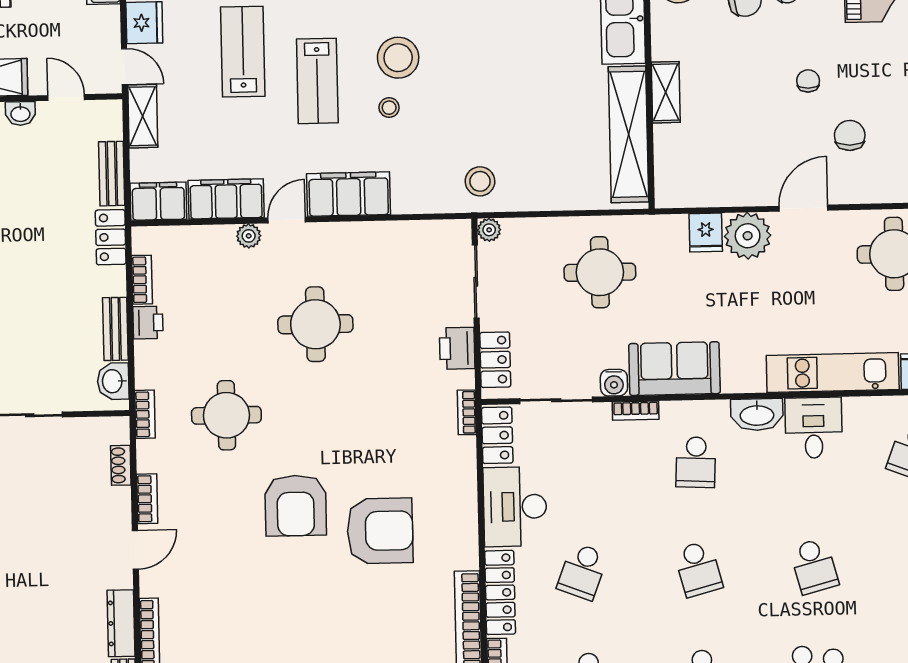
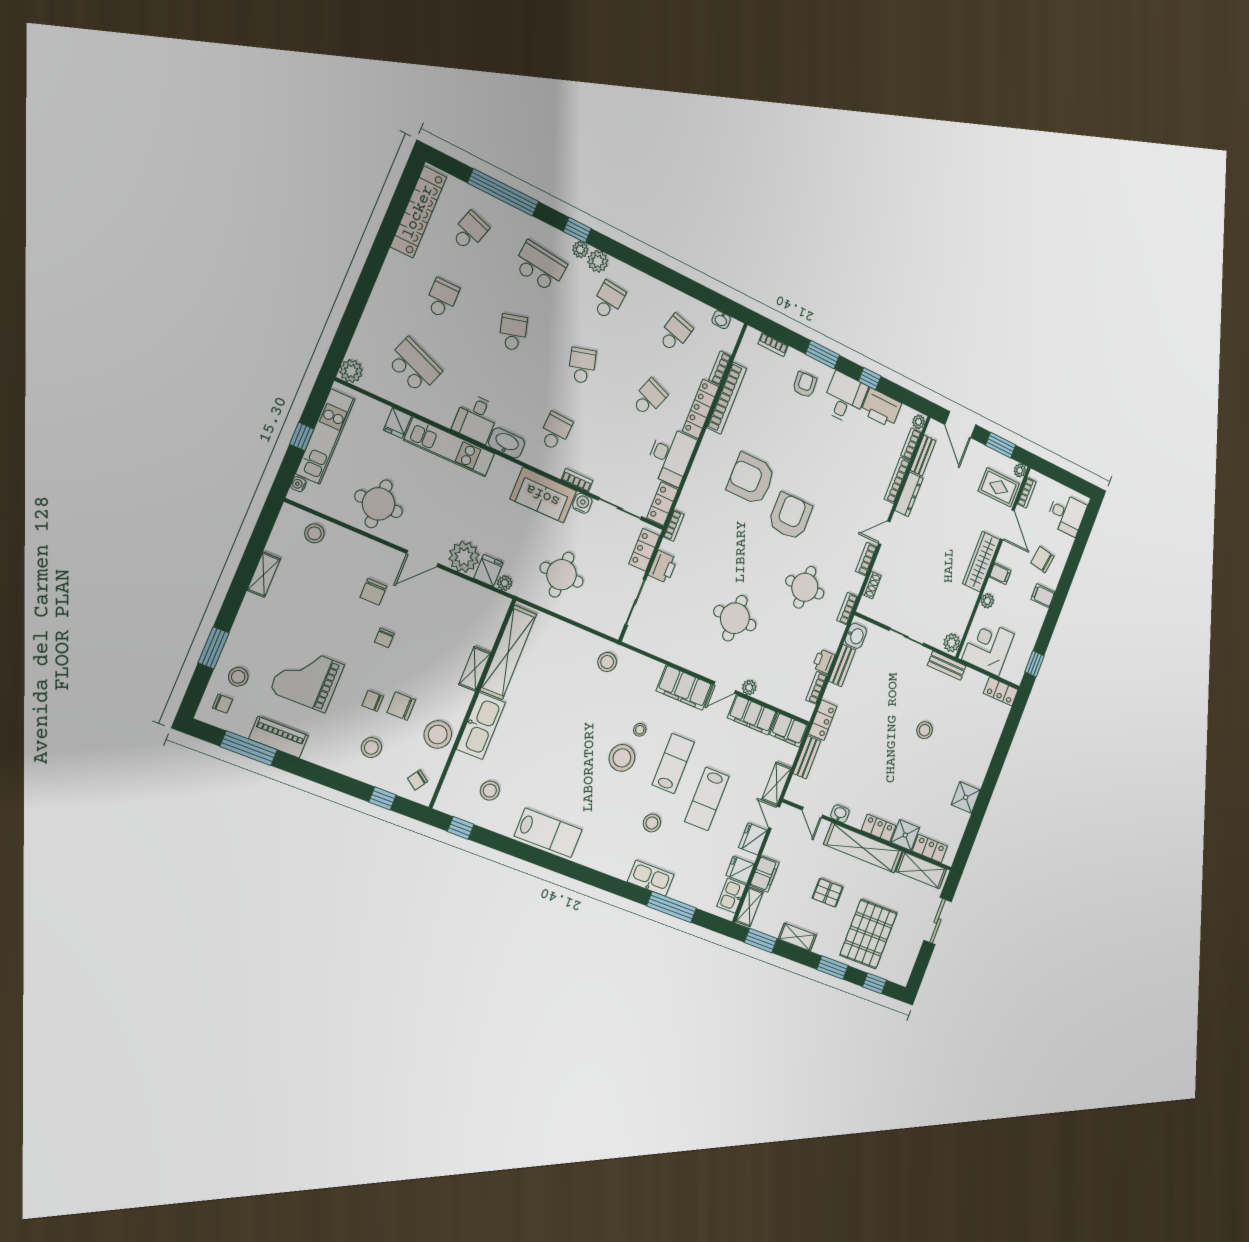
plant: (489, 230) -> (505, 583), moved

